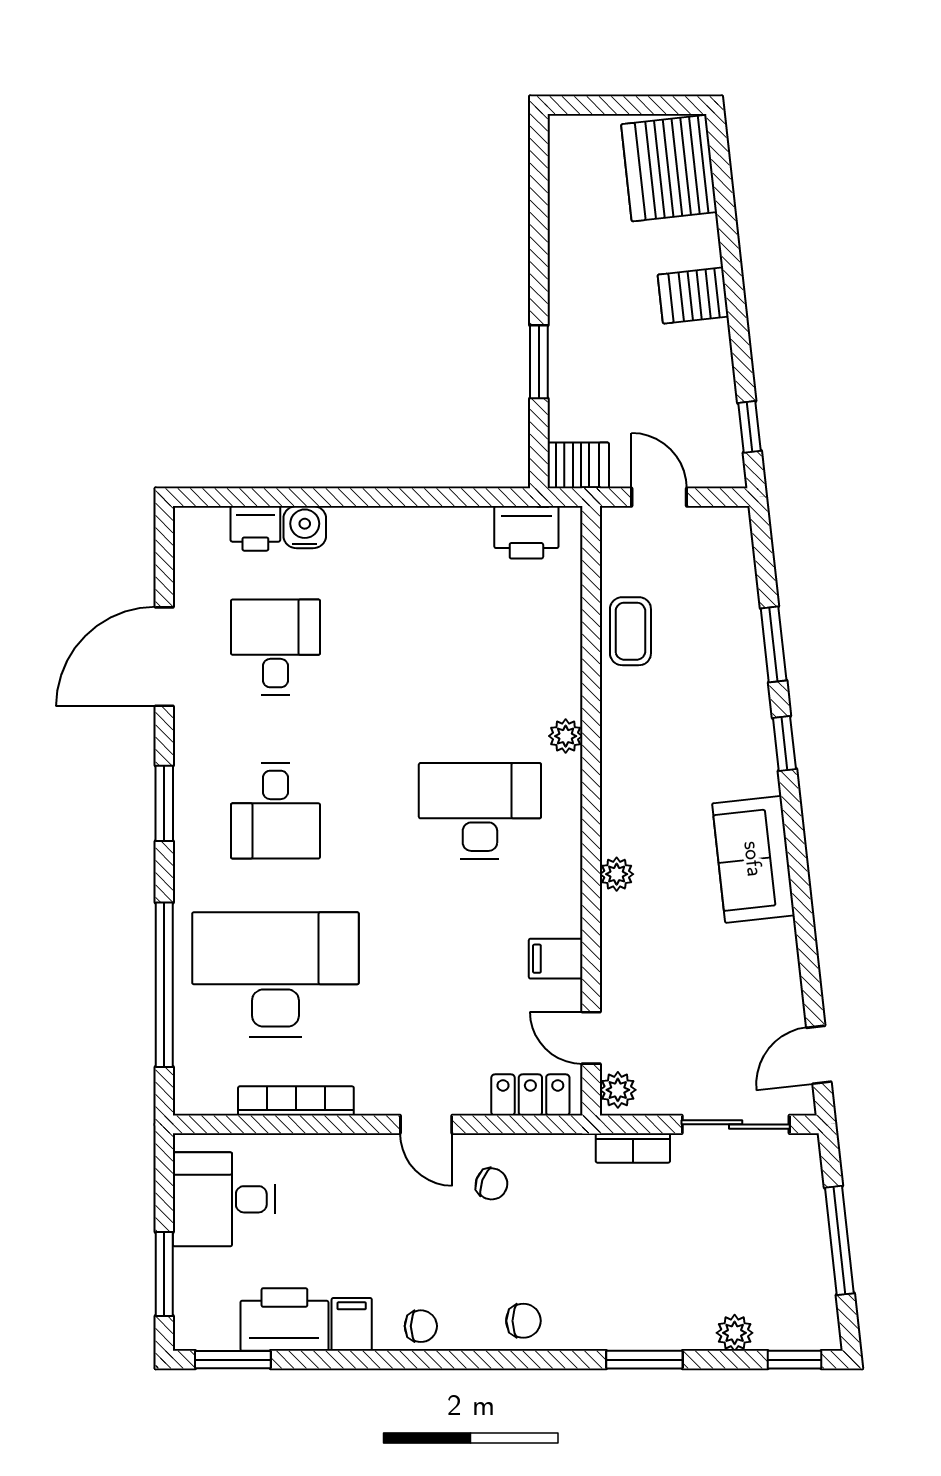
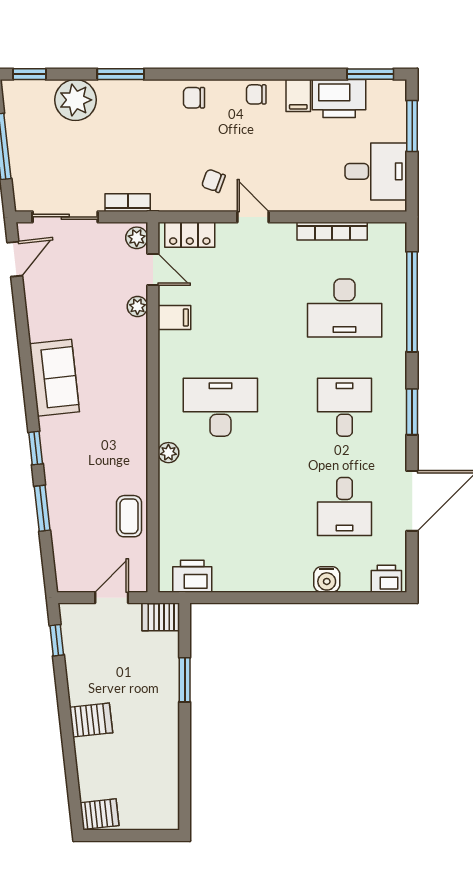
server rack: (669, 168) -> (99, 814), width x0.46, depth x0.70
door: (659, 497) -> (112, 598), swing flipped
printer: (255, 528) -> (386, 579), moved
desk: (480, 811) -> (220, 407), turned 180
plant: (617, 874) -> (137, 307), moved
desk: (275, 974) -> (345, 308), width x0.73, depth x0.77
plant: (735, 1333) -> (75, 100), width x1.87, depth x1.87

